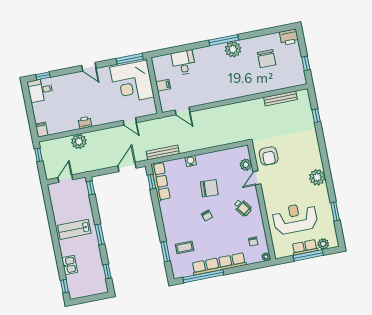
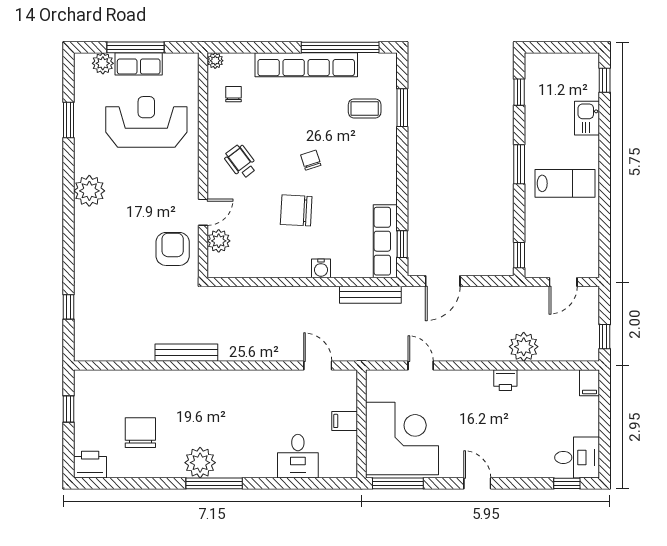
bench: (281, 98) -> (186, 353), moved
reception desk: (295, 218) -> (146, 122), turned 180

